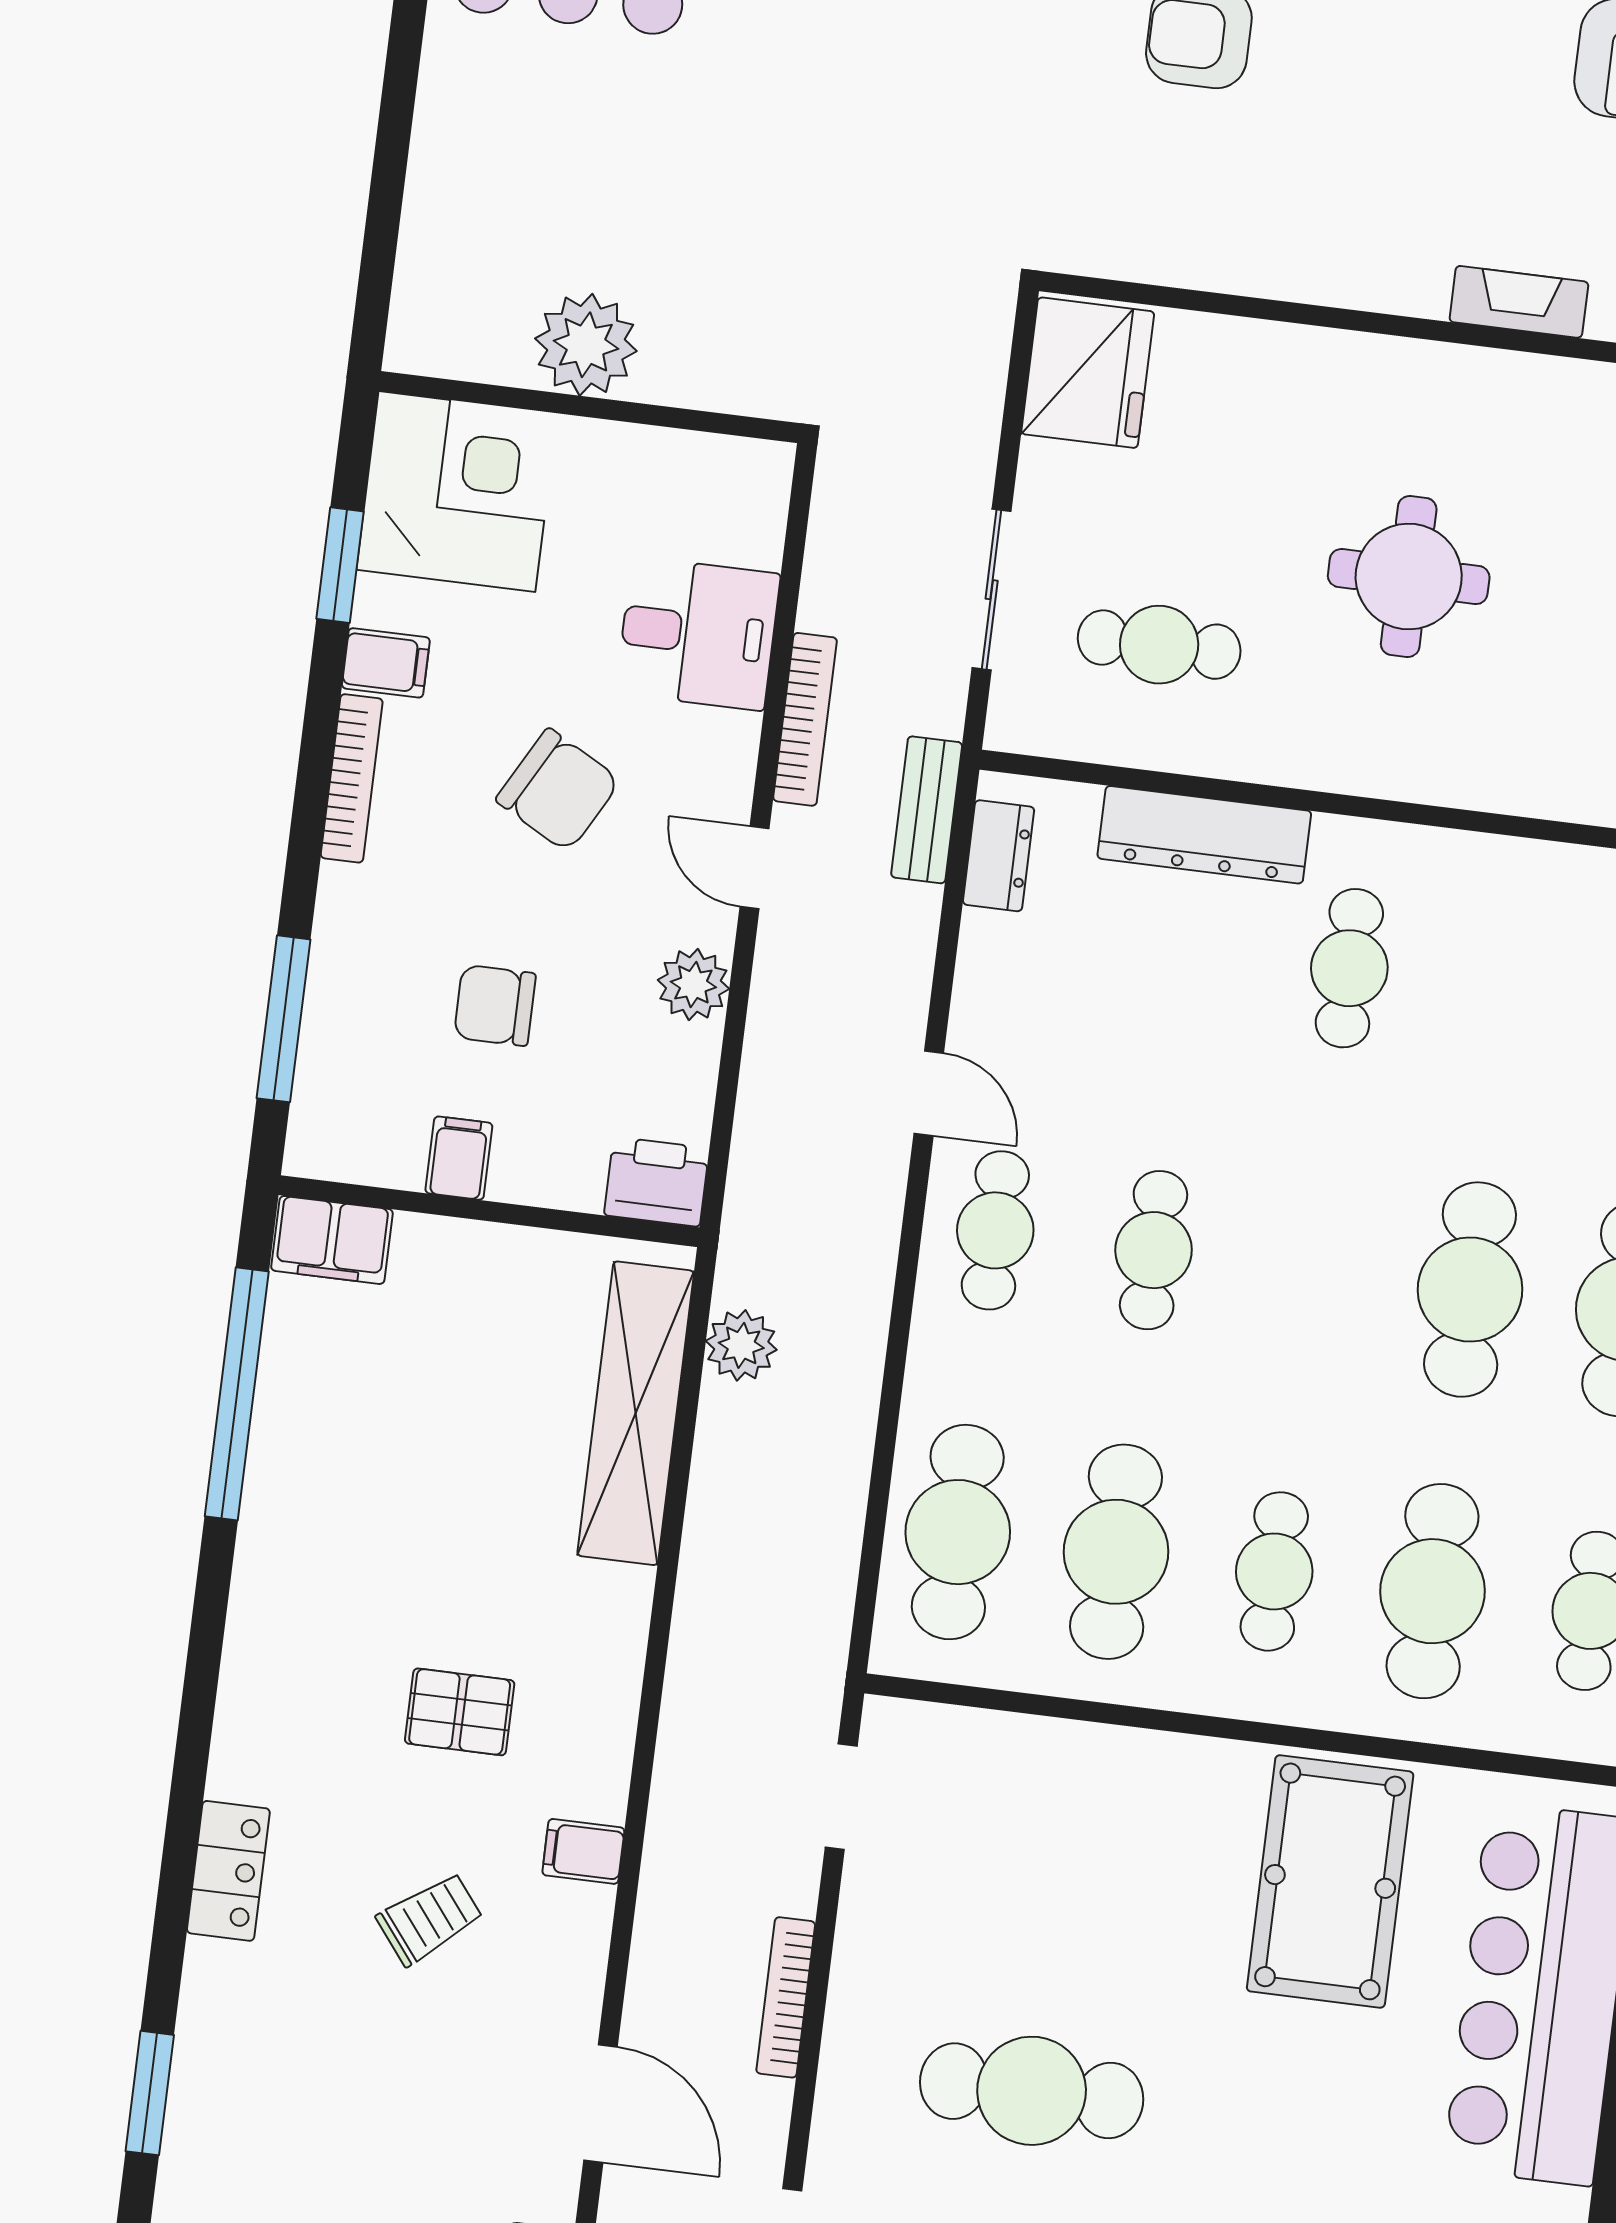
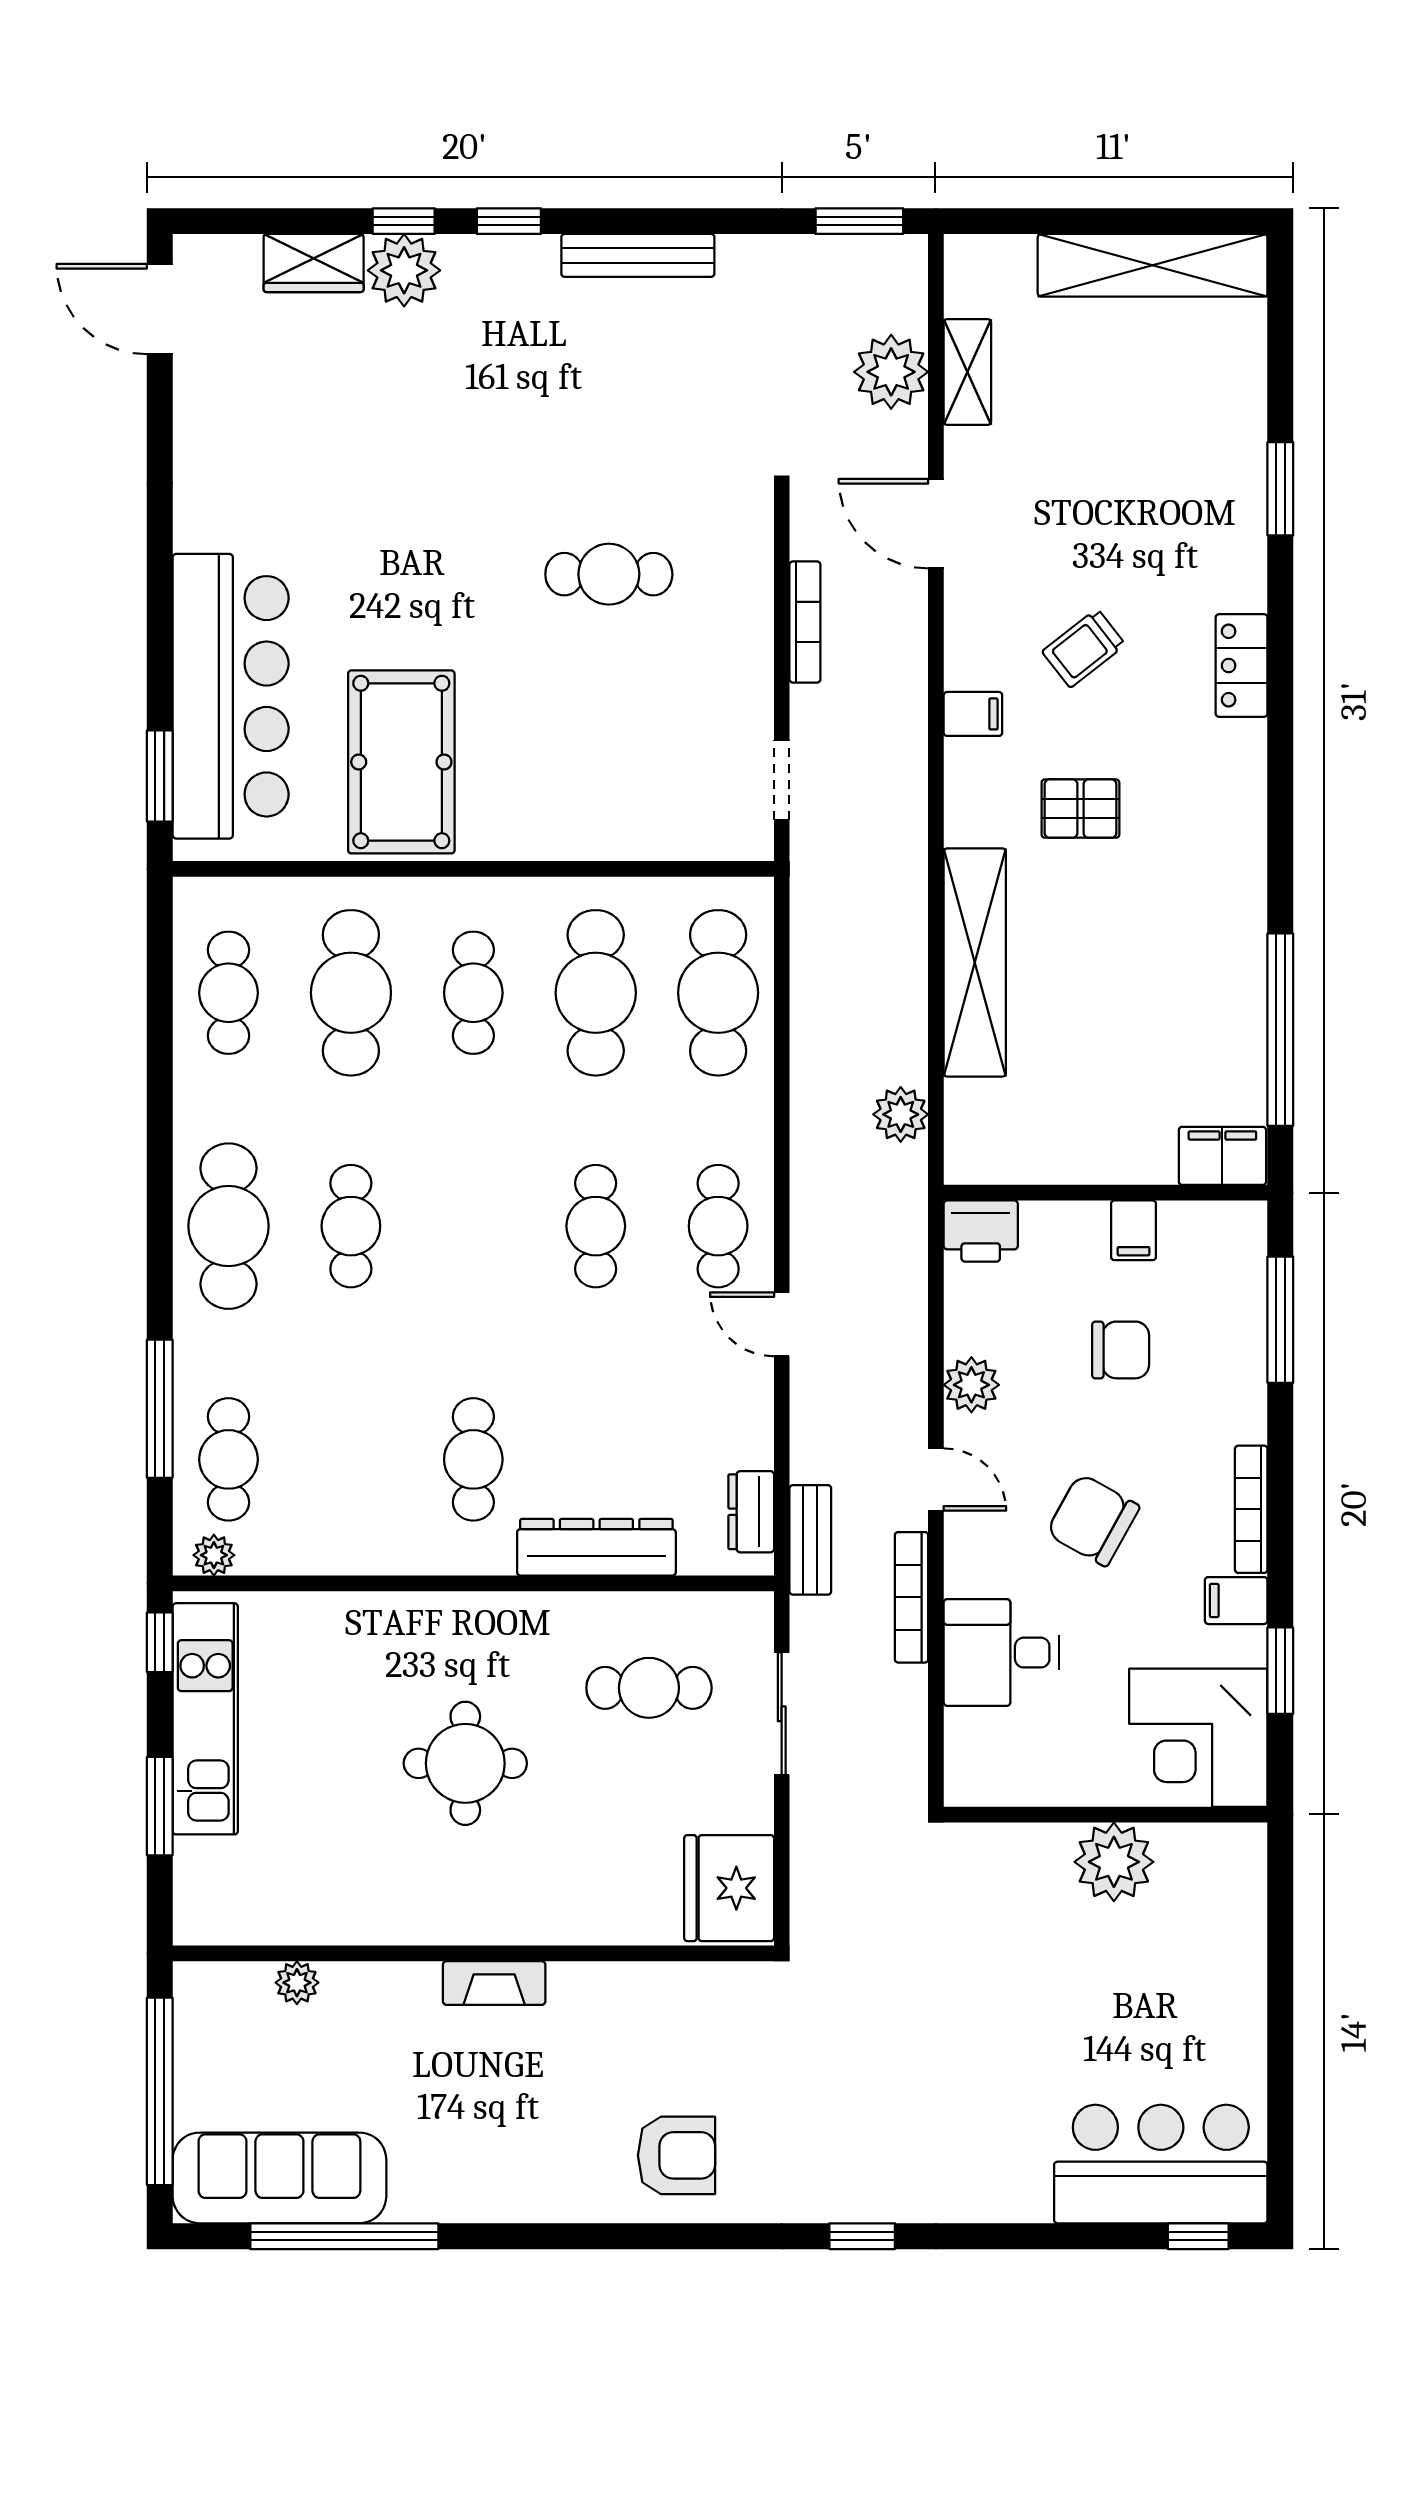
fireplace: (1519, 302) -> (494, 1983), moved
cafe table: (1470, 1290) -> (351, 1226), width x0.73, depth x0.74
shelving: (636, 1413) -> (975, 962), moved
cafe table: (1032, 2091) -> (609, 574), width x0.73, depth x0.74

